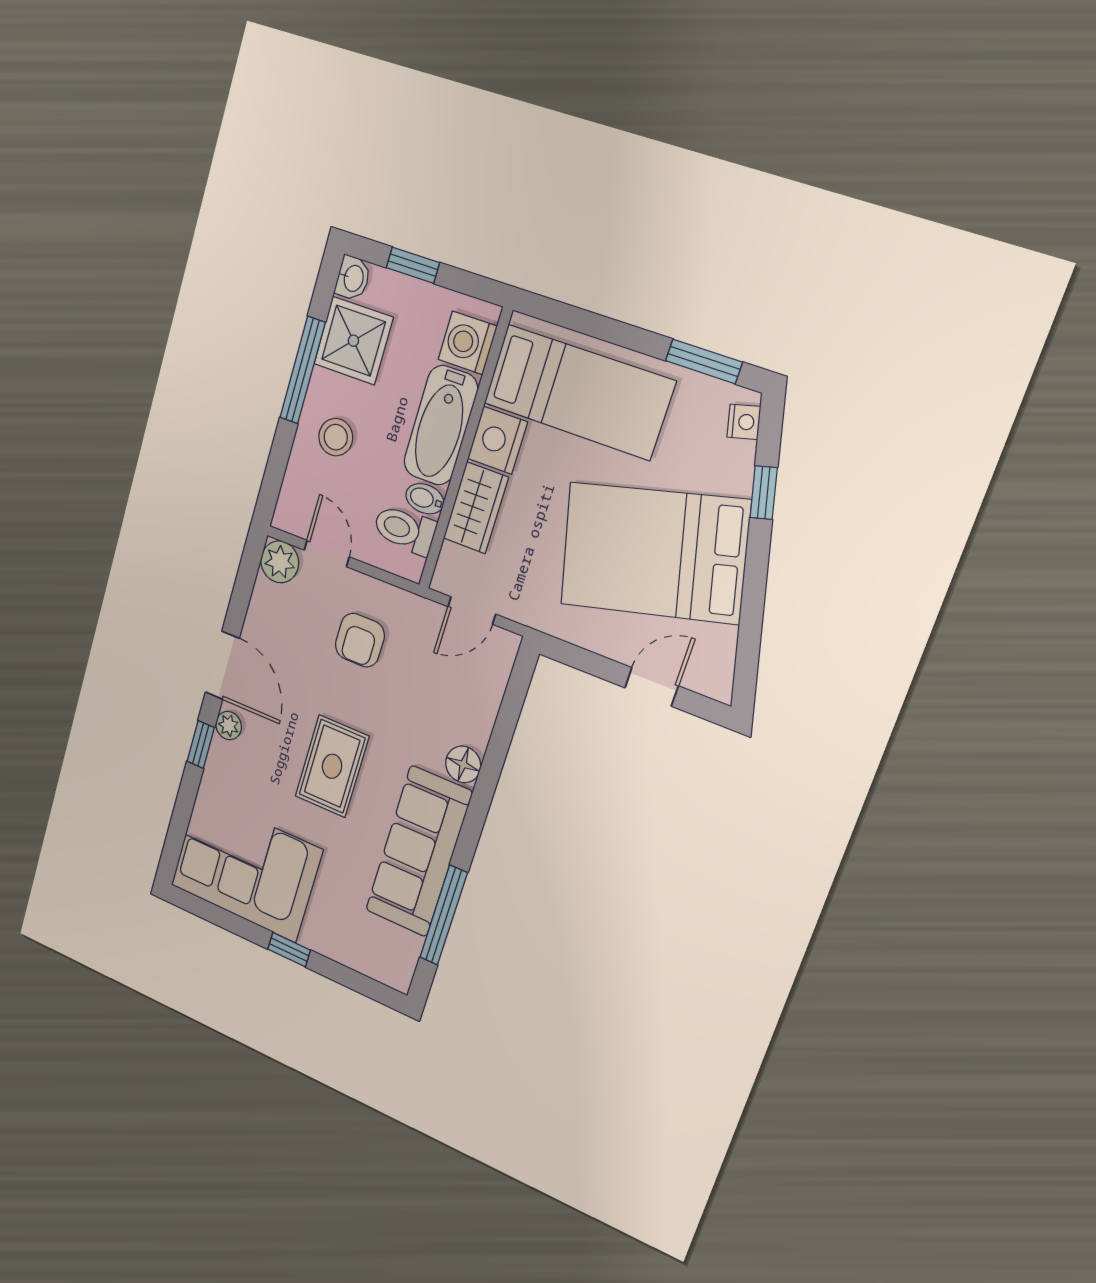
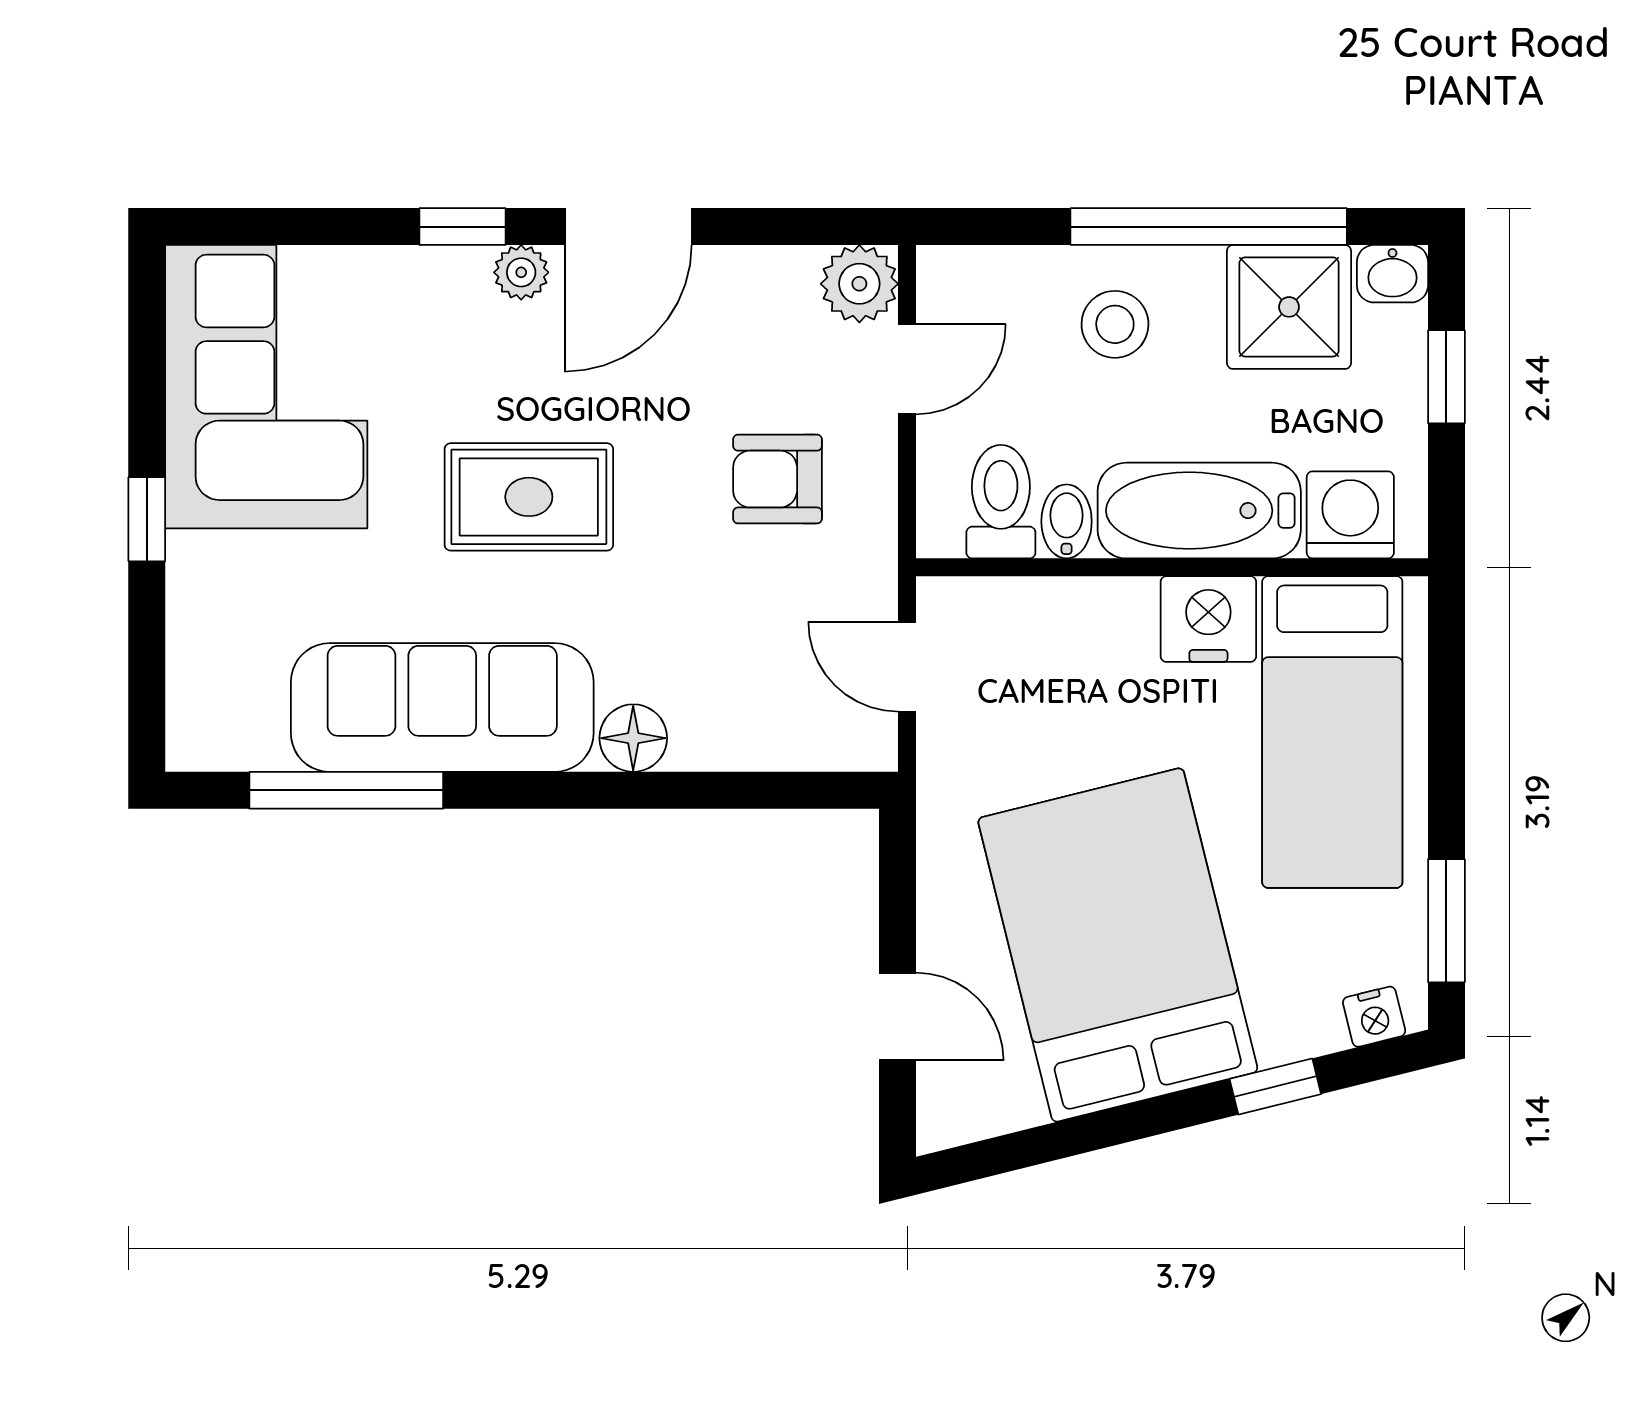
window: (303, 370) -> (1209, 227), width x1.46
wardrobe: (476, 508) -> (1083, 618), removed

